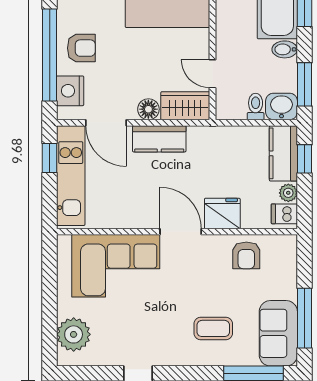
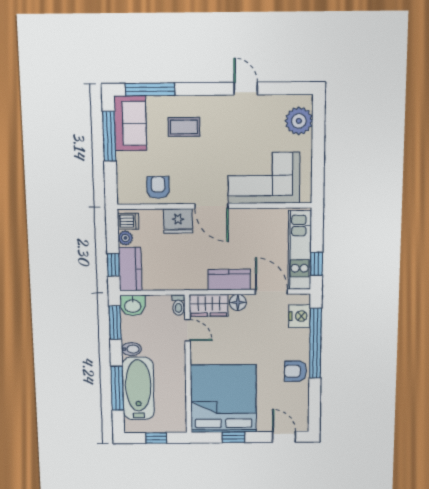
armchair: (81, 48) -> (295, 371), moved
toilet: (256, 107) -> (178, 305), moved

